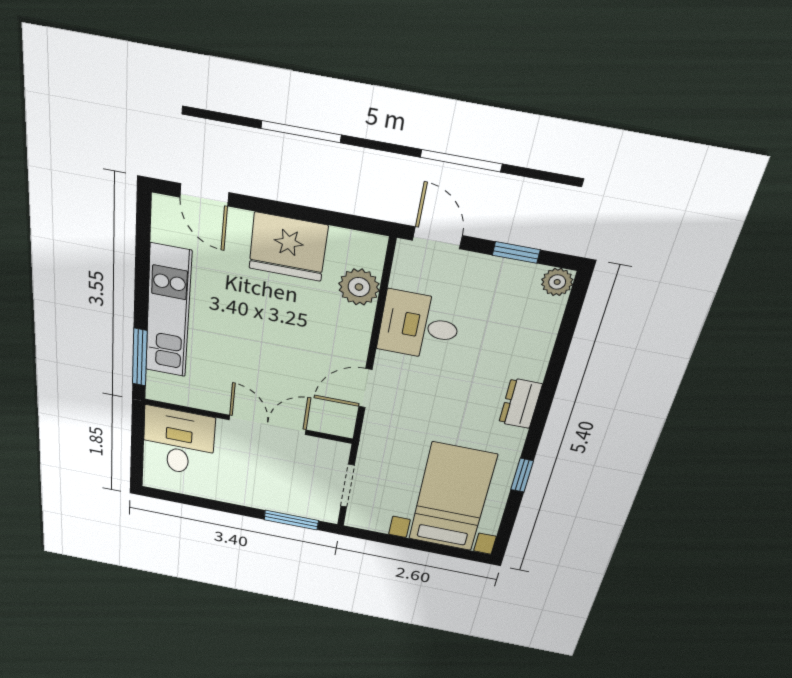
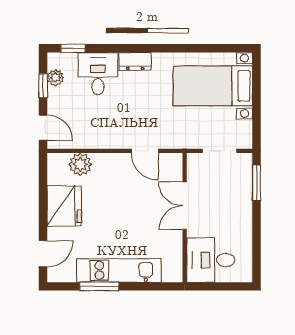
door: (437, 238) -> (43, 128), swing flipped
plant: (557, 282) -> (56, 78), moved
desk: (419, 326) -> (98, 74), moved, turned 180
window: (140, 357) -> (99, 286), moved
window: (522, 475) -> (73, 48), moved

